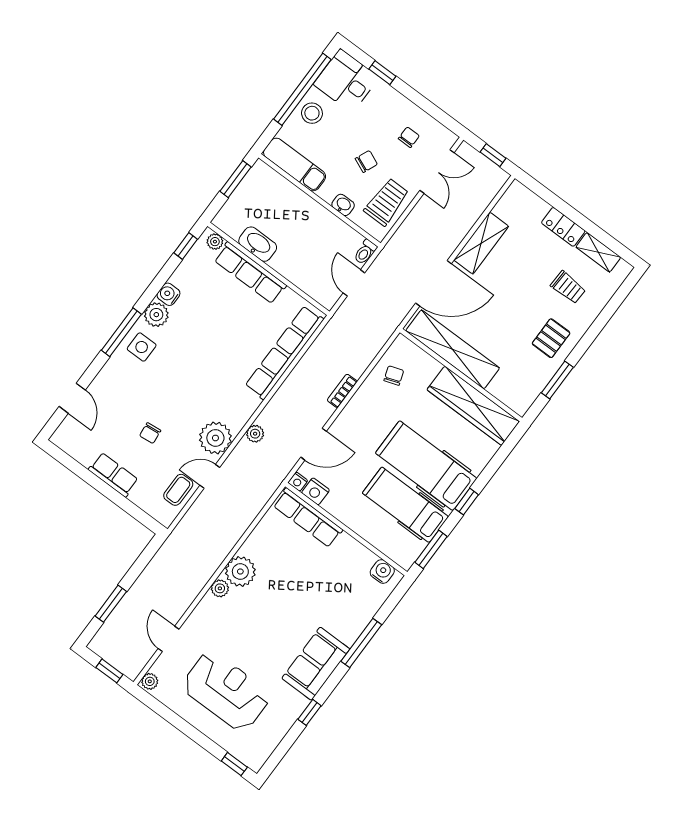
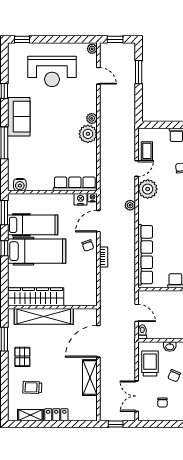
trolley: (386, 202) -> (150, 363), turned 180
shelving: (453, 349) -> (44, 316), moved
chair: (394, 376) -> (88, 246), moved

